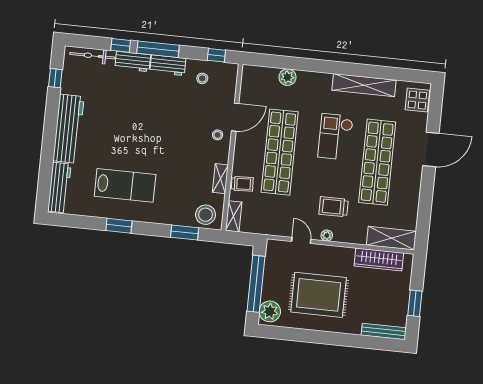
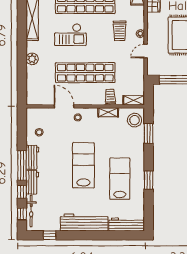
window: (216, 55) -> (22, 214), moved
plant: (287, 77) -> (32, 59), moved
lab bench: (149, 136) -> (83, 165), added

